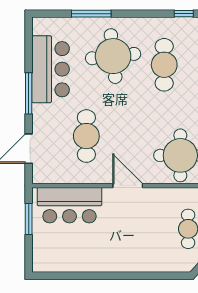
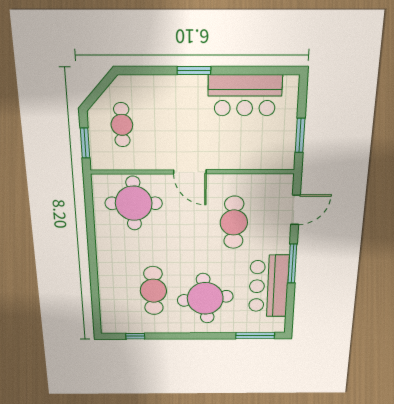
window: (91, 14) -> (255, 336), moved
bar counter: (69, 205) -> (245, 95), moved, turned 180
window: (124, 276) -> (194, 71), added

